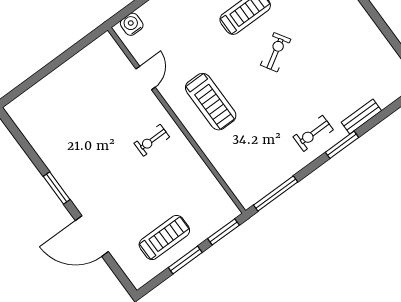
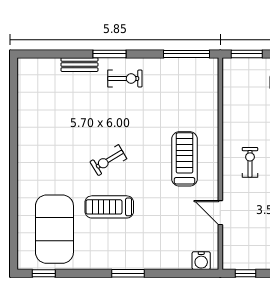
window: (85, 42) -> (246, 273), added
door: (146, 78) -> (220, 213), hinge flipped
exercise bike: (152, 140) -> (250, 162), turned -90

